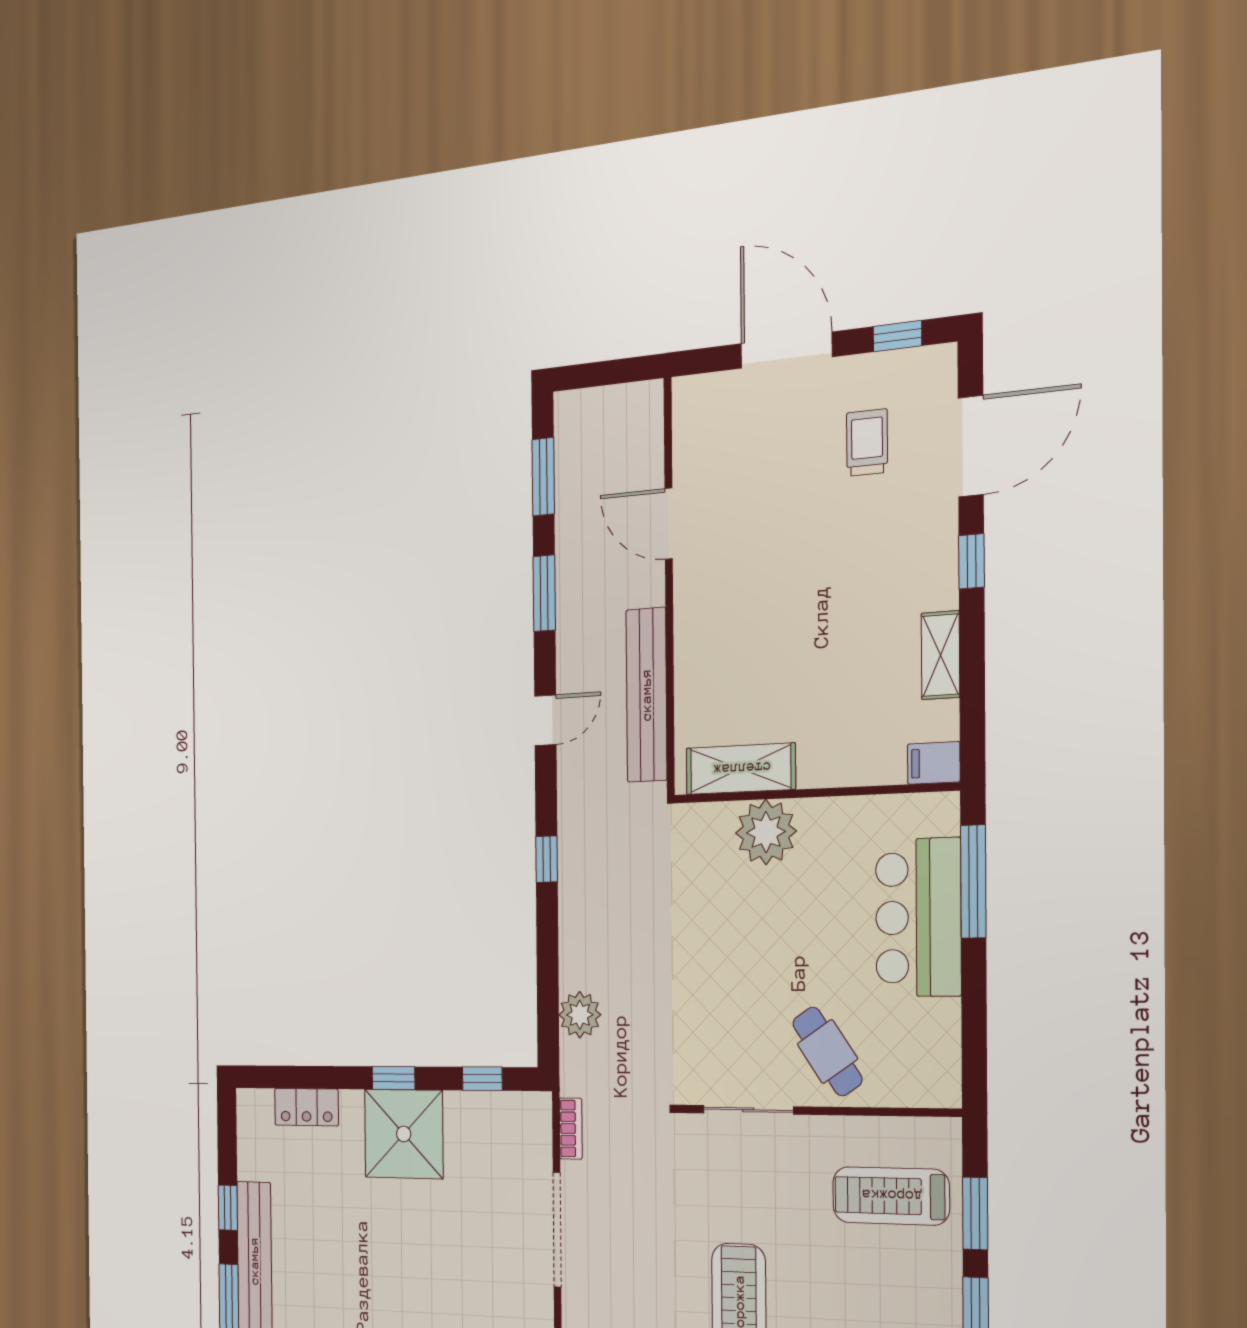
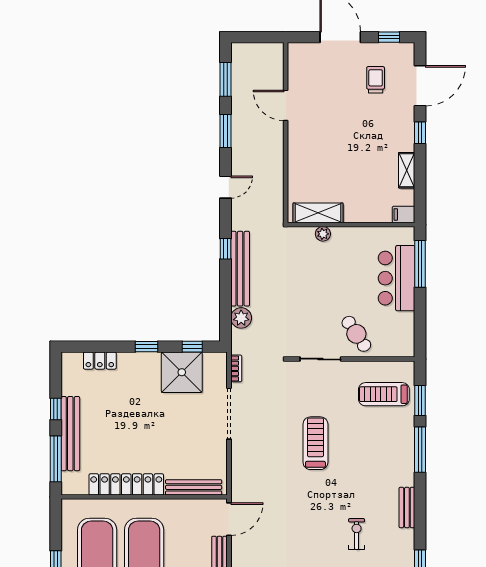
bench: (646, 695) -> (240, 269), moved
plant: (766, 832) -> (323, 234), width x0.53, depth x0.53
shower: (404, 1134) -> (182, 372), moved

